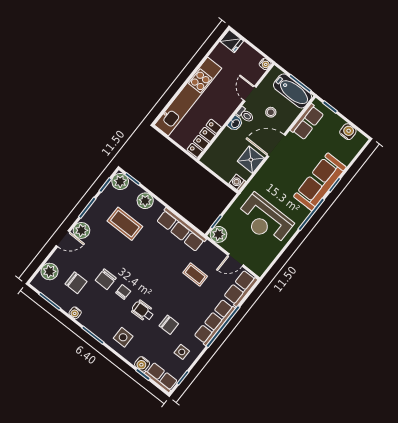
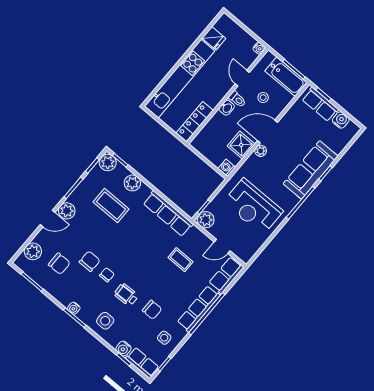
fridge: (232, 41) -> (214, 38), moved
row of seats: (307, 122) -> (320, 104), moved, turned 90
plant: (270, 165) -> (261, 151), added
chair: (106, 279) -> (90, 261), turned 180
water cooler: (75, 313) -> (74, 308), moved

